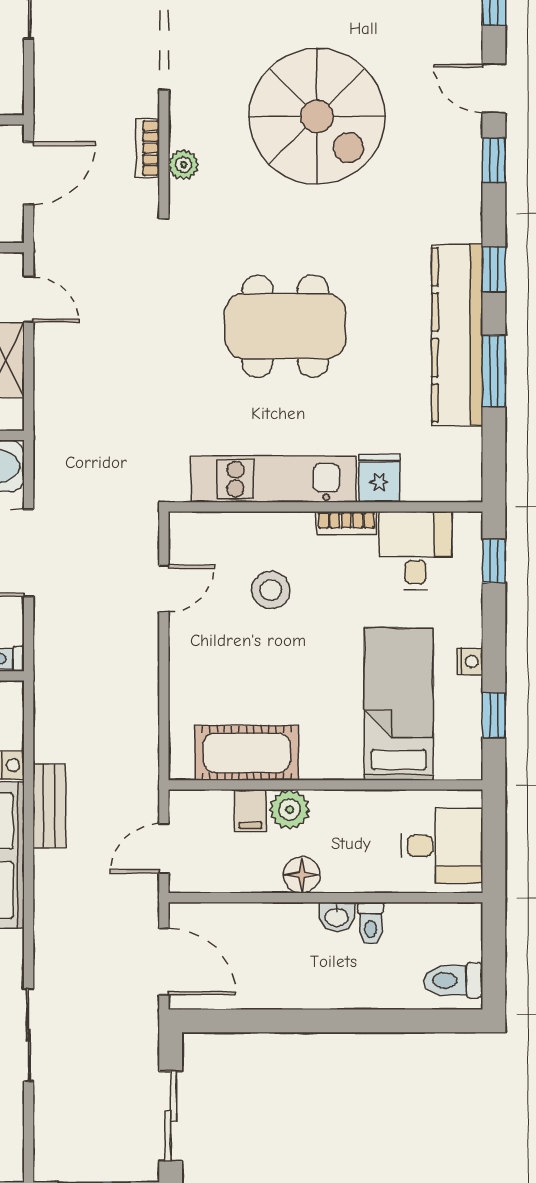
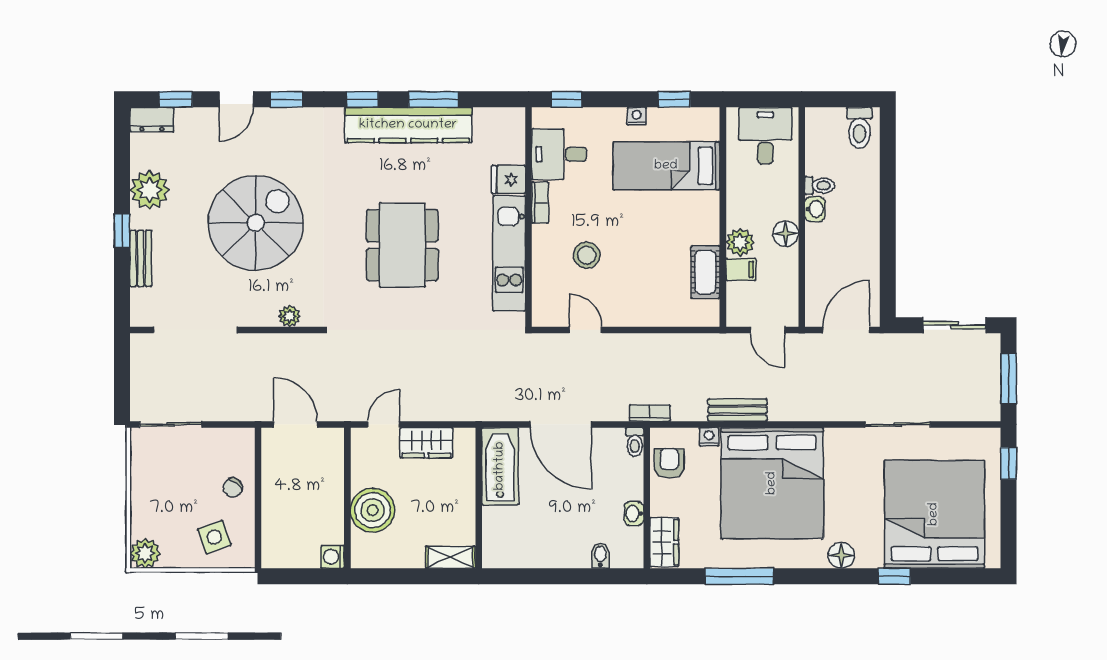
bookcase: (148, 148) -> (650, 413), moved, turned 180
cot: (247, 753) -> (705, 272), width x0.73, depth x0.75

